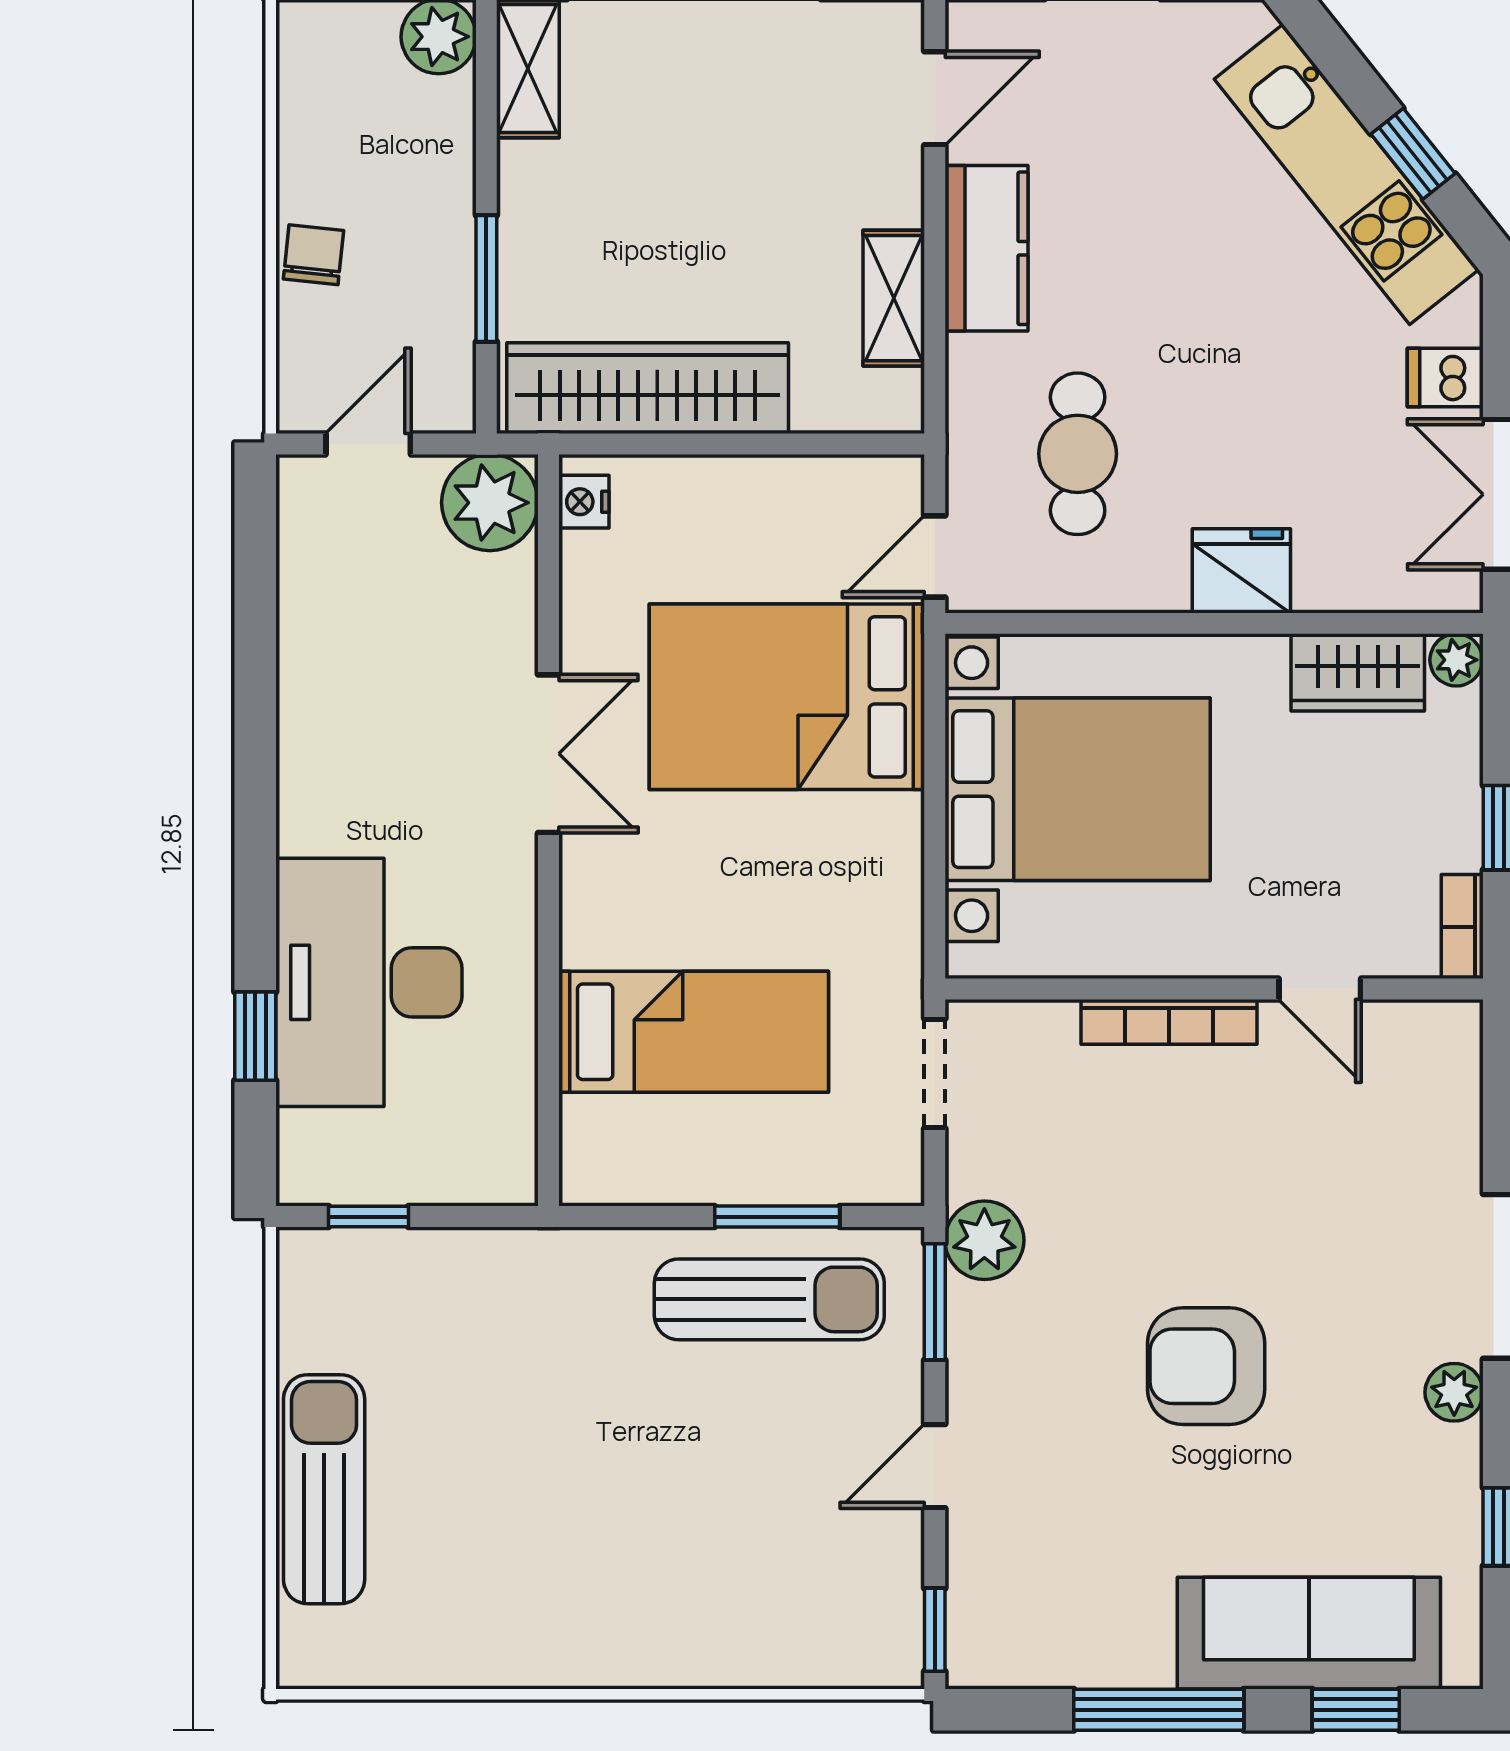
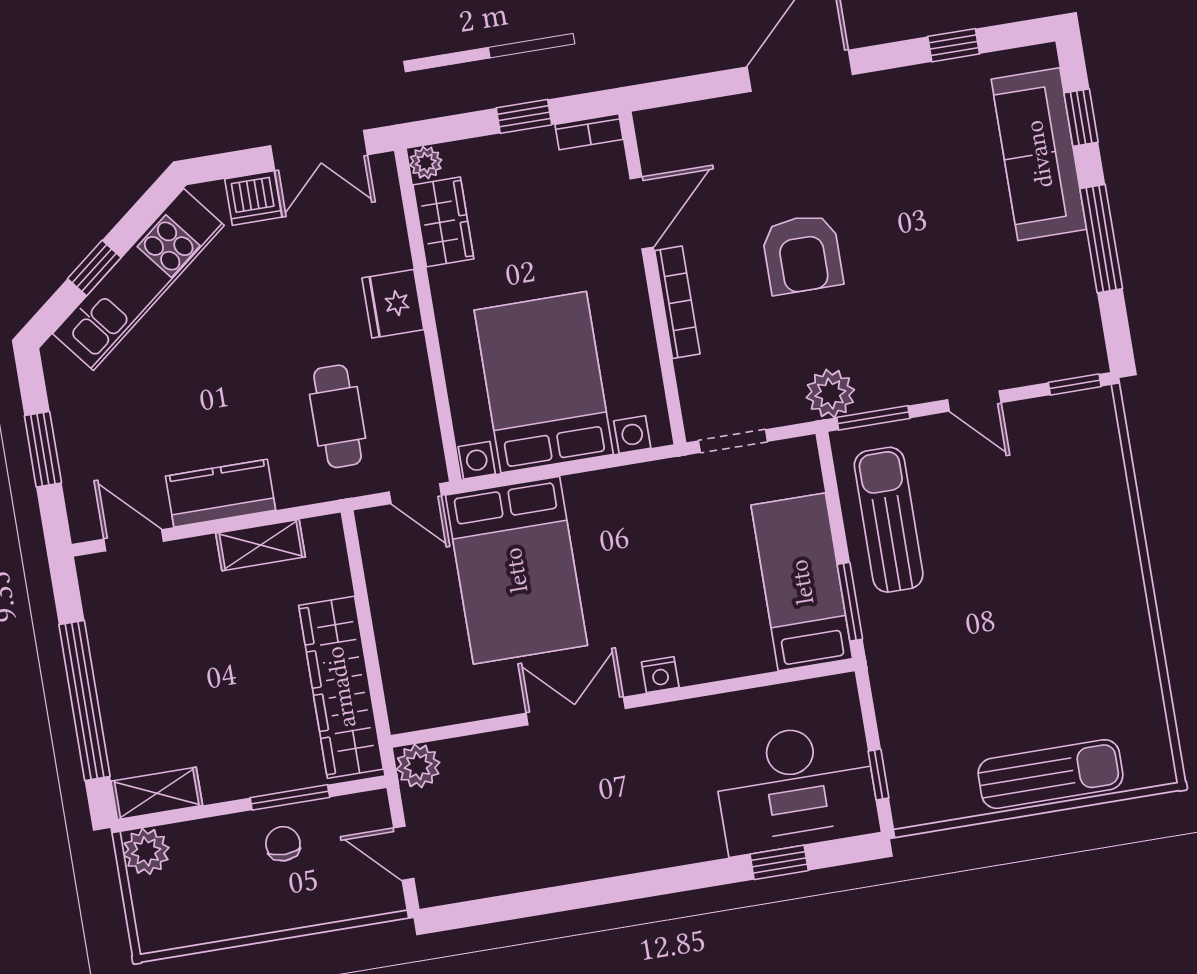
window: (1413, 154) -> (94, 268), moved
chair: (313, 255) -> (283, 844), moved, turned 84
dishwasher: (1445, 377) -> (253, 198), width x1.38
cafe table: (1078, 454) -> (338, 416), turned 90
nightstand: (584, 502) -> (660, 675), moved
plant: (490, 503) -> (418, 766), width x0.73, depth x0.73
desk: (369, 982) -> (796, 788), moved
door: (1320, 989) -> (642, 213), width x1.37
bed: (694, 1032) -> (802, 582), moved
window: (777, 1217) -> (850, 602), moved
armchair: (1206, 1366) -> (802, 254), moved
plant: (1454, 1392) -> (876, 89), removed
sun lounger: (324, 1489) -> (1051, 774), turned 180

